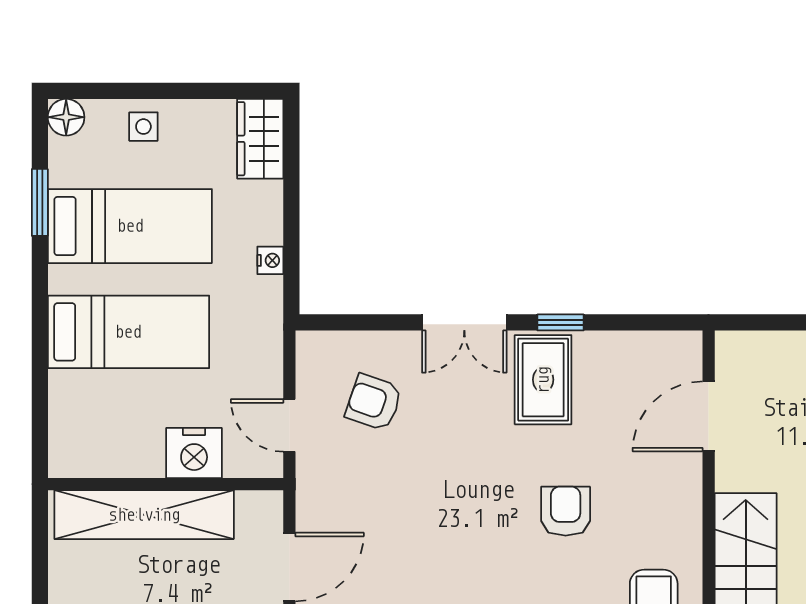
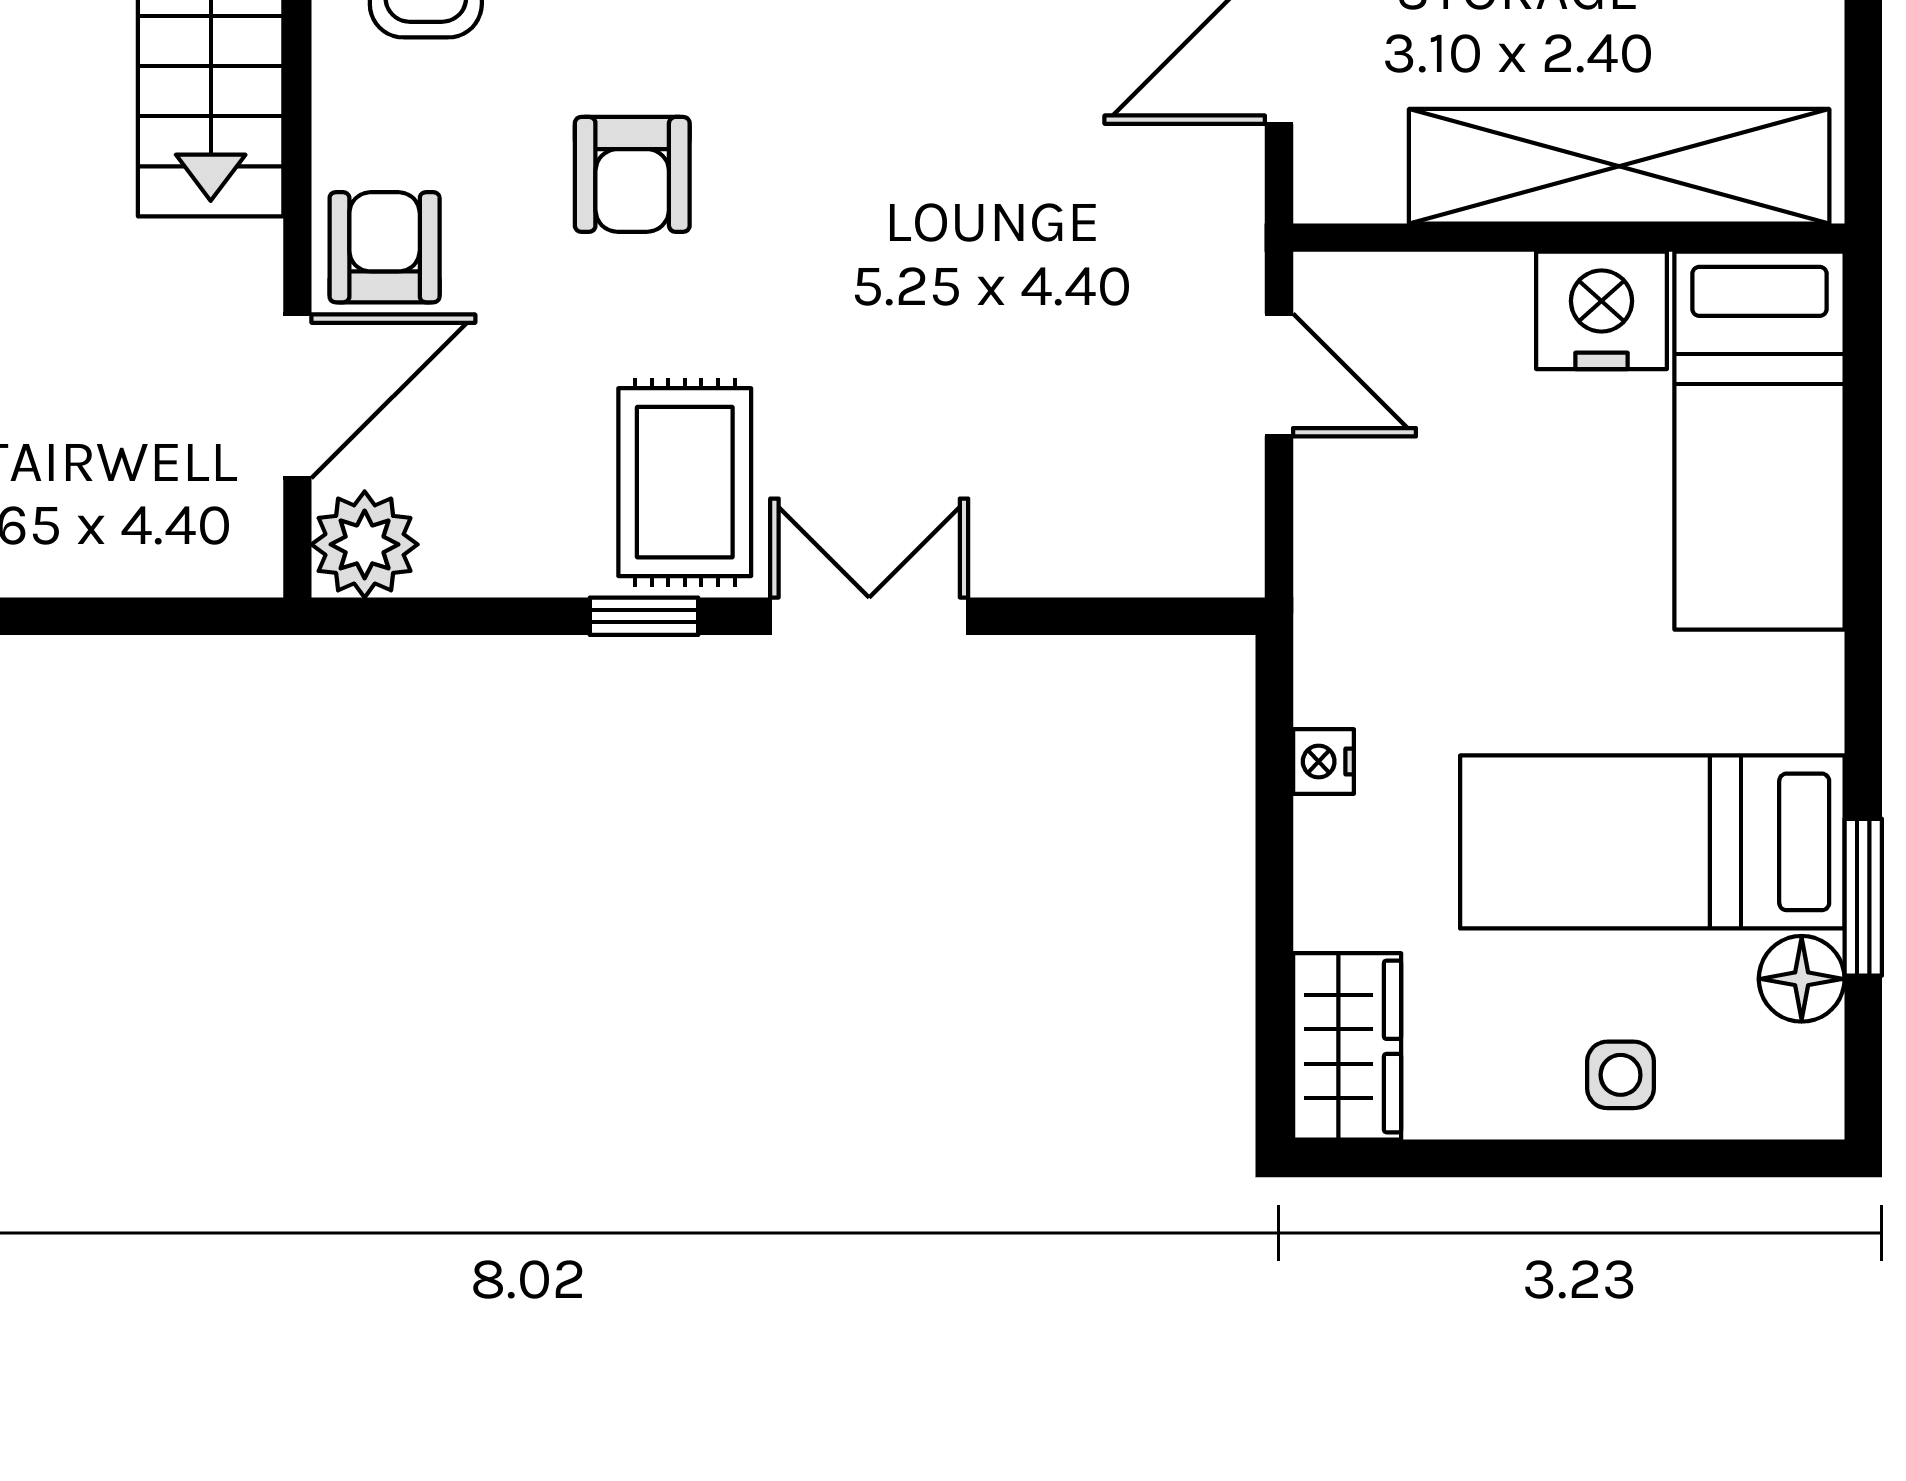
floor lamp: (66, 117) -> (1802, 979), moved
bed: (128, 332) -> (1759, 441), moved, turned -90
plant: (680, 353) -> (365, 544), added
armchair: (374, 402) -> (385, 247), moved, turned -109
nightstand: (194, 453) -> (1601, 310), moved

